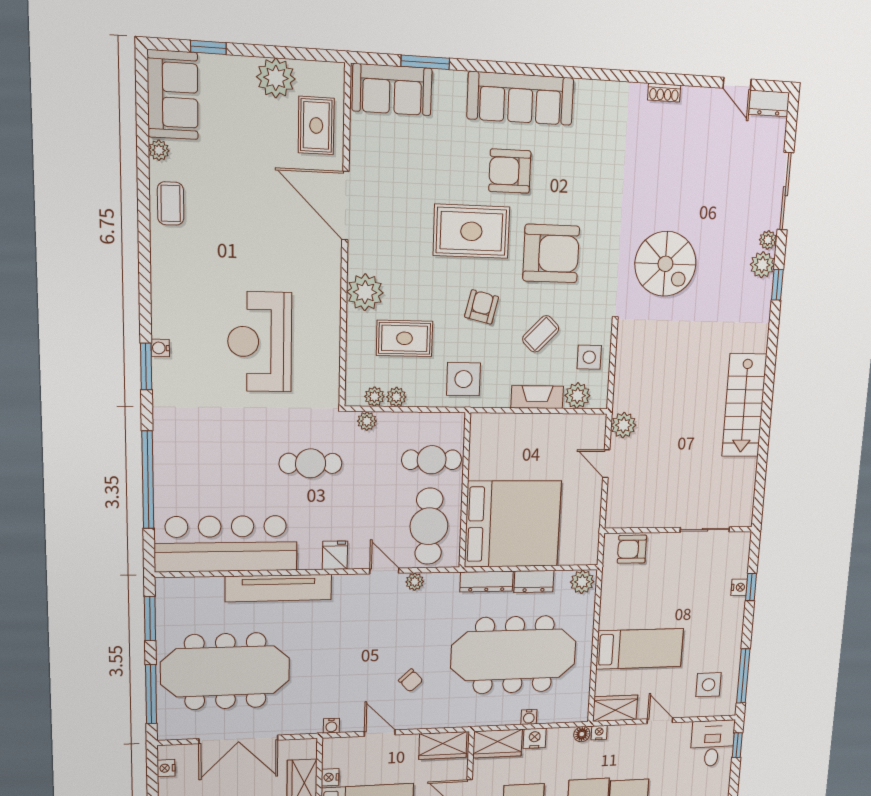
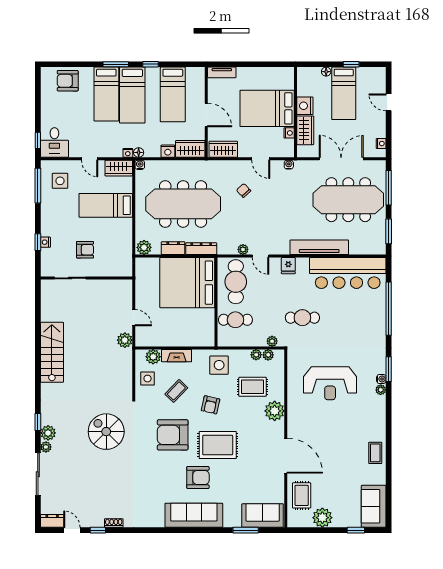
window: (692, 81) -> (98, 530), added
plant: (159, 150) -> (381, 390), moved
reception desk: (260, 342) -> (330, 383), turned 90
armchair: (632, 549) -> (85, 250), moved
water cooler: (529, 717) -> (140, 165), moved

